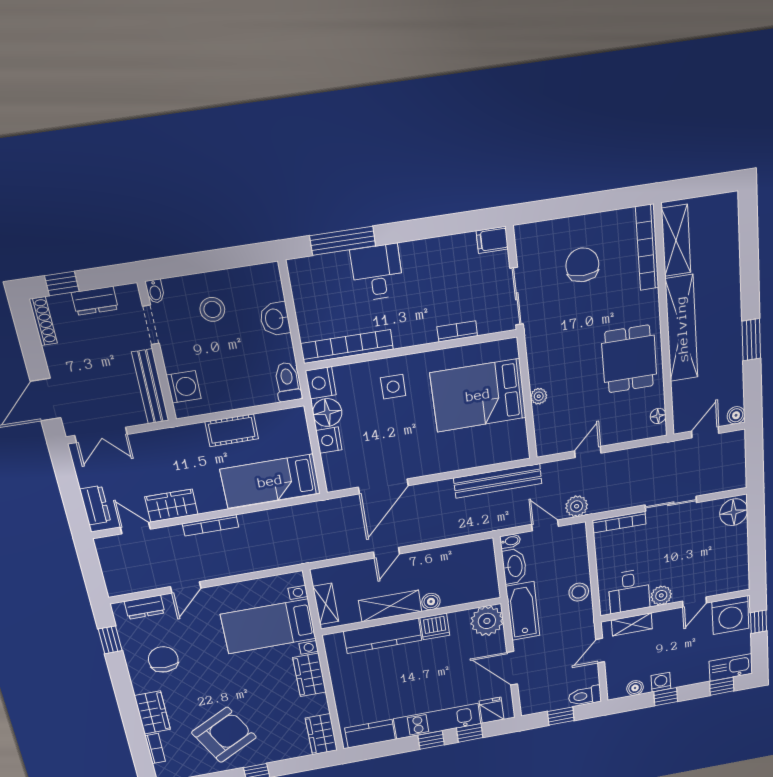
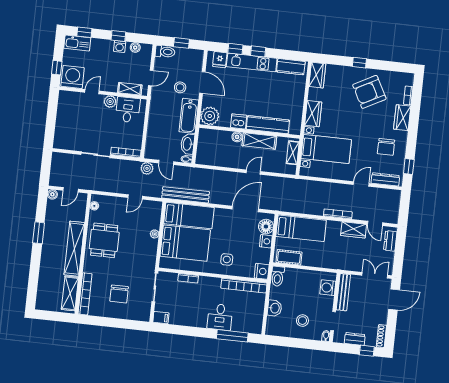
floor lamp: (327, 412) -> (266, 227), moved
cot: (232, 430) -> (289, 257), moved
bed: (483, 446) -> (189, 216), added
floor lamp: (734, 512) -> (62, 139), removed
stool: (579, 592) -> (180, 87), moved
dresser: (145, 607) -> (385, 179), width x1.44

